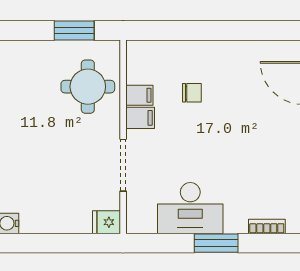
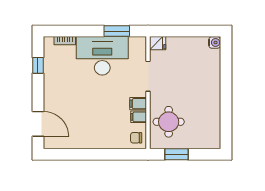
chair: (192, 93) -> (136, 138), moved
desk: (190, 208) -> (102, 56), width x1.36, depth x1.30
window: (216, 243) -> (117, 31), moved

